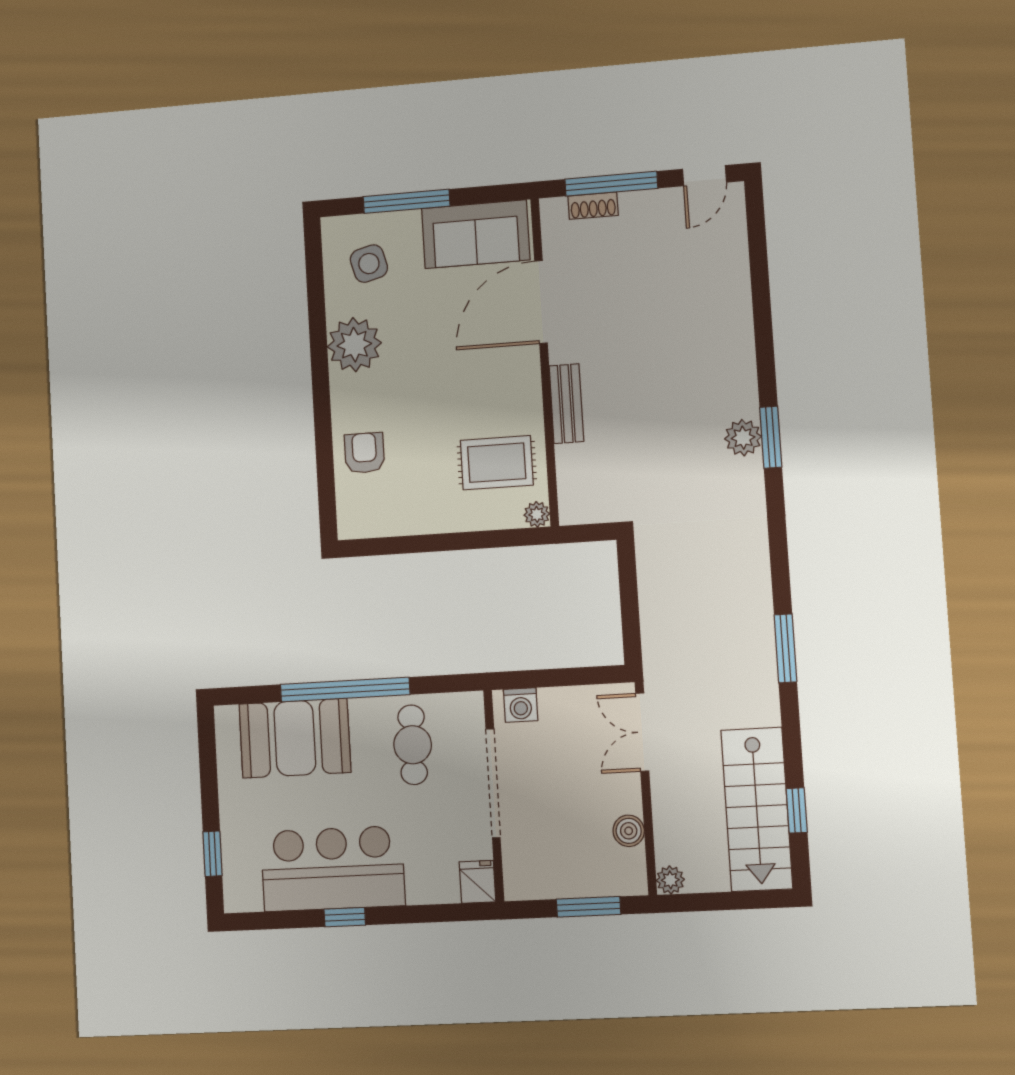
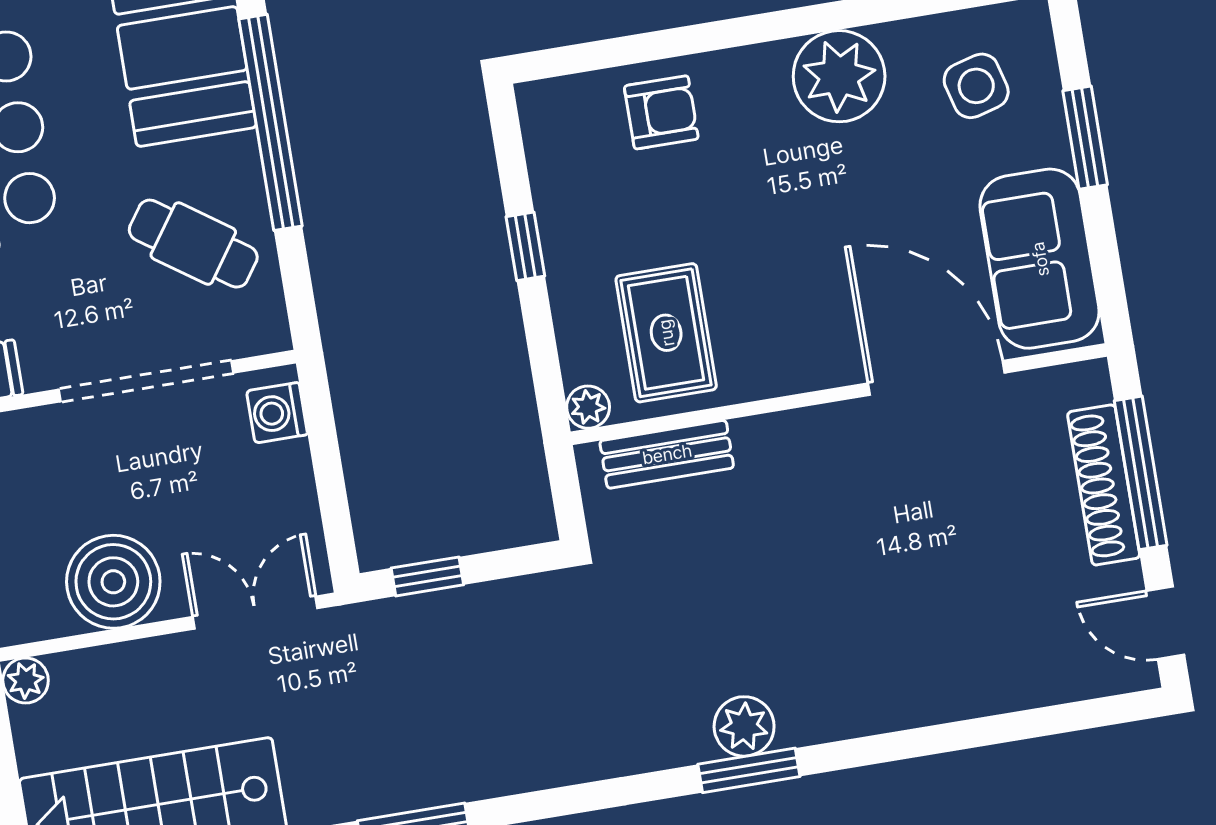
window: (407, 201) -> (1085, 138), width x0.69
shoe rack: (593, 206) -> (1104, 485), width x1.94, depth x1.24
bench: (566, 404) -> (667, 454), moved
window: (436, 543) -> (525, 246), added
window: (631, 623) -> (427, 576), added
cafe table: (413, 745) -> (193, 244), turned 35
boiler: (629, 831) -> (113, 582), width x1.86, depth x1.86

